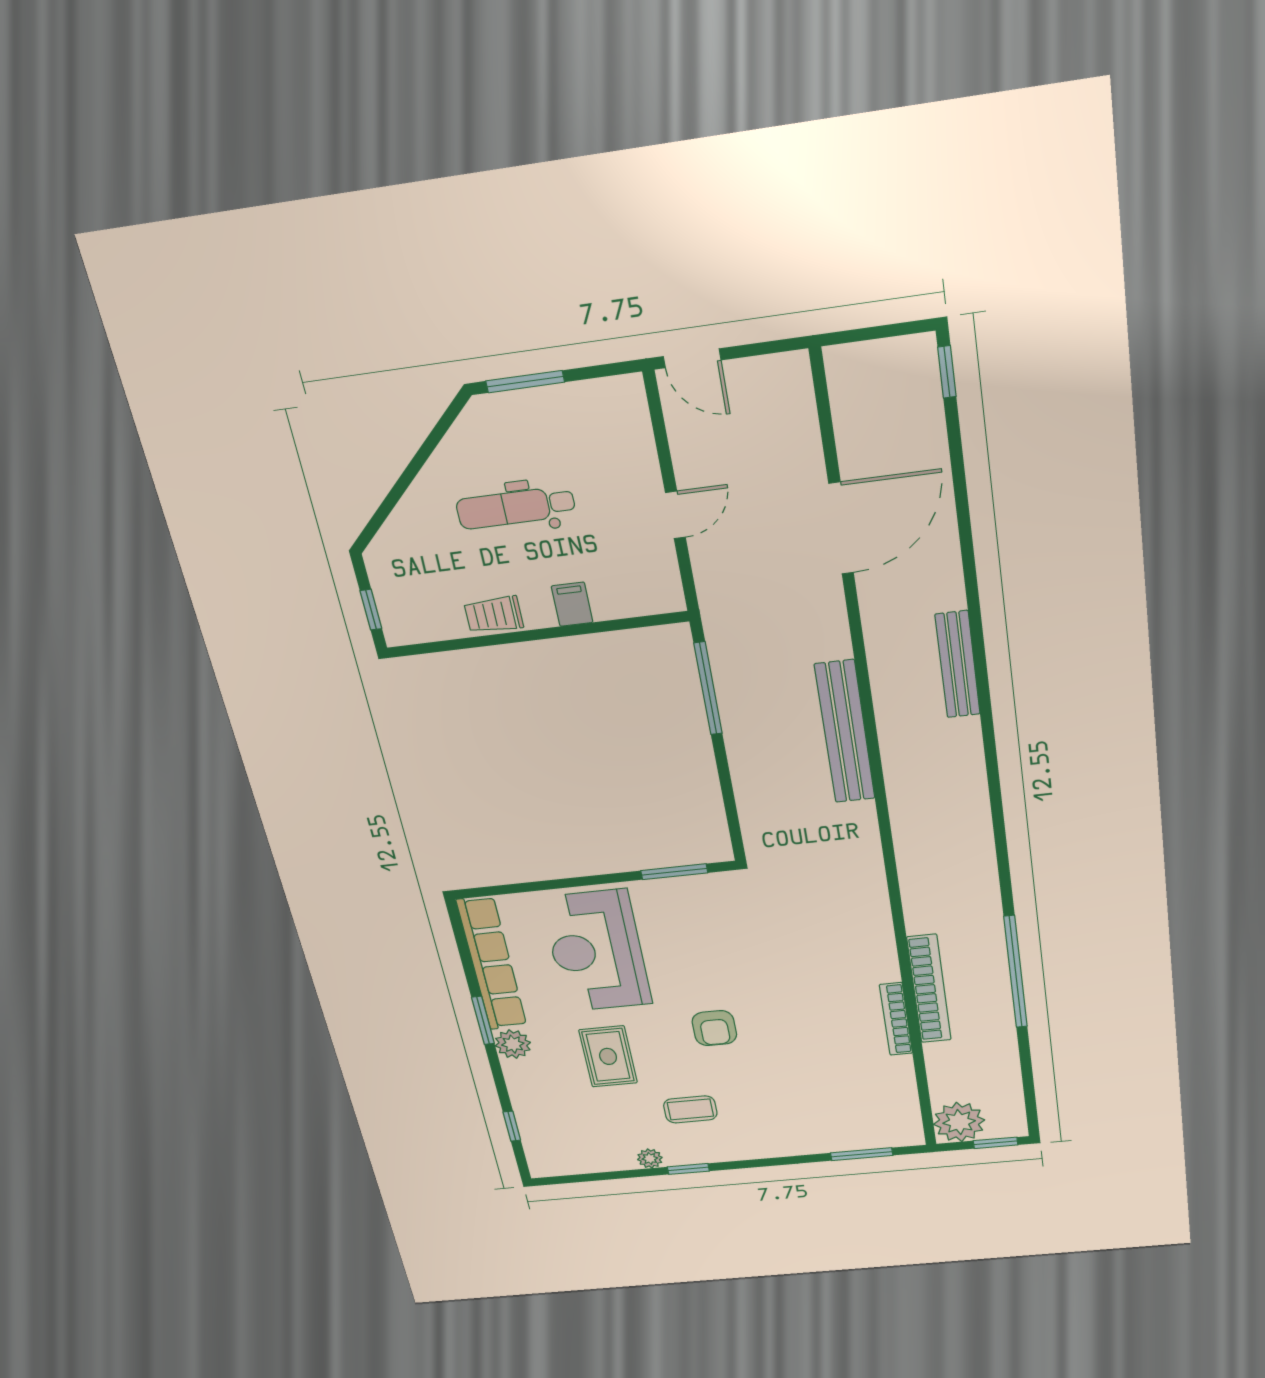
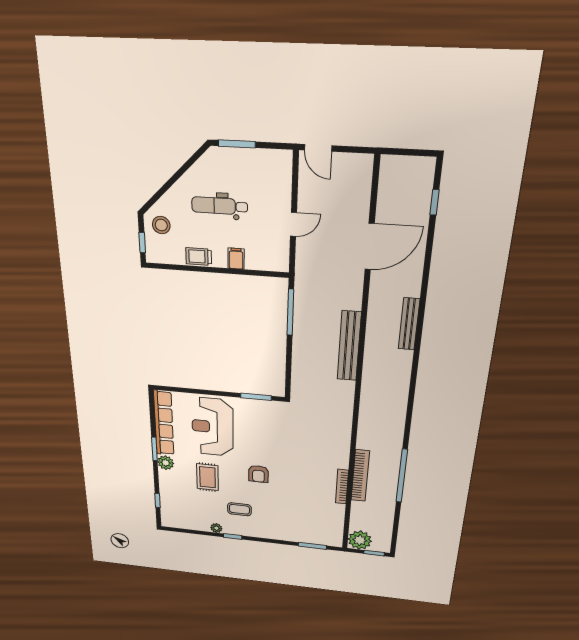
window: (947, 372) -> (434, 202), moved
stool: (403, 568) -> (161, 225), added

